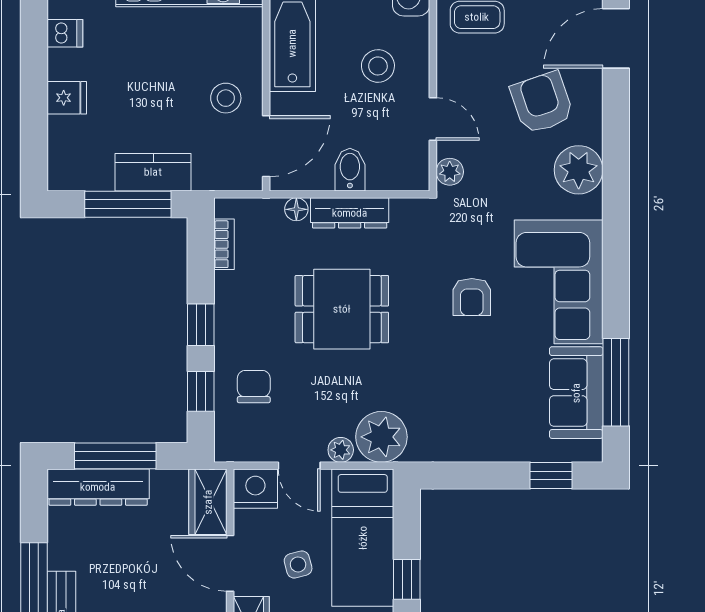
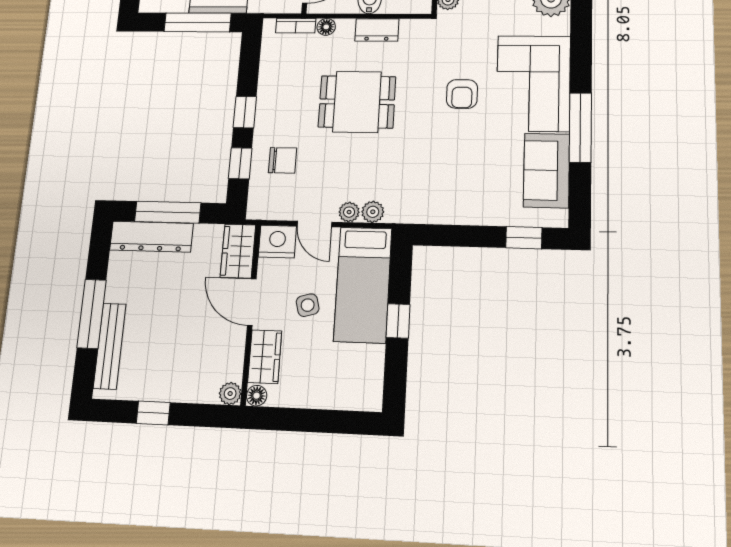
dresser: (350, 213) -> (377, 30), width x0.70
bookcase: (224, 244) -> (296, 26), moved, turned 90
window: (616, 382) -> (580, 127), moved
chair: (254, 387) -> (283, 160), turned 90
plant: (381, 437) -> (373, 212), width x0.53, depth x0.53

